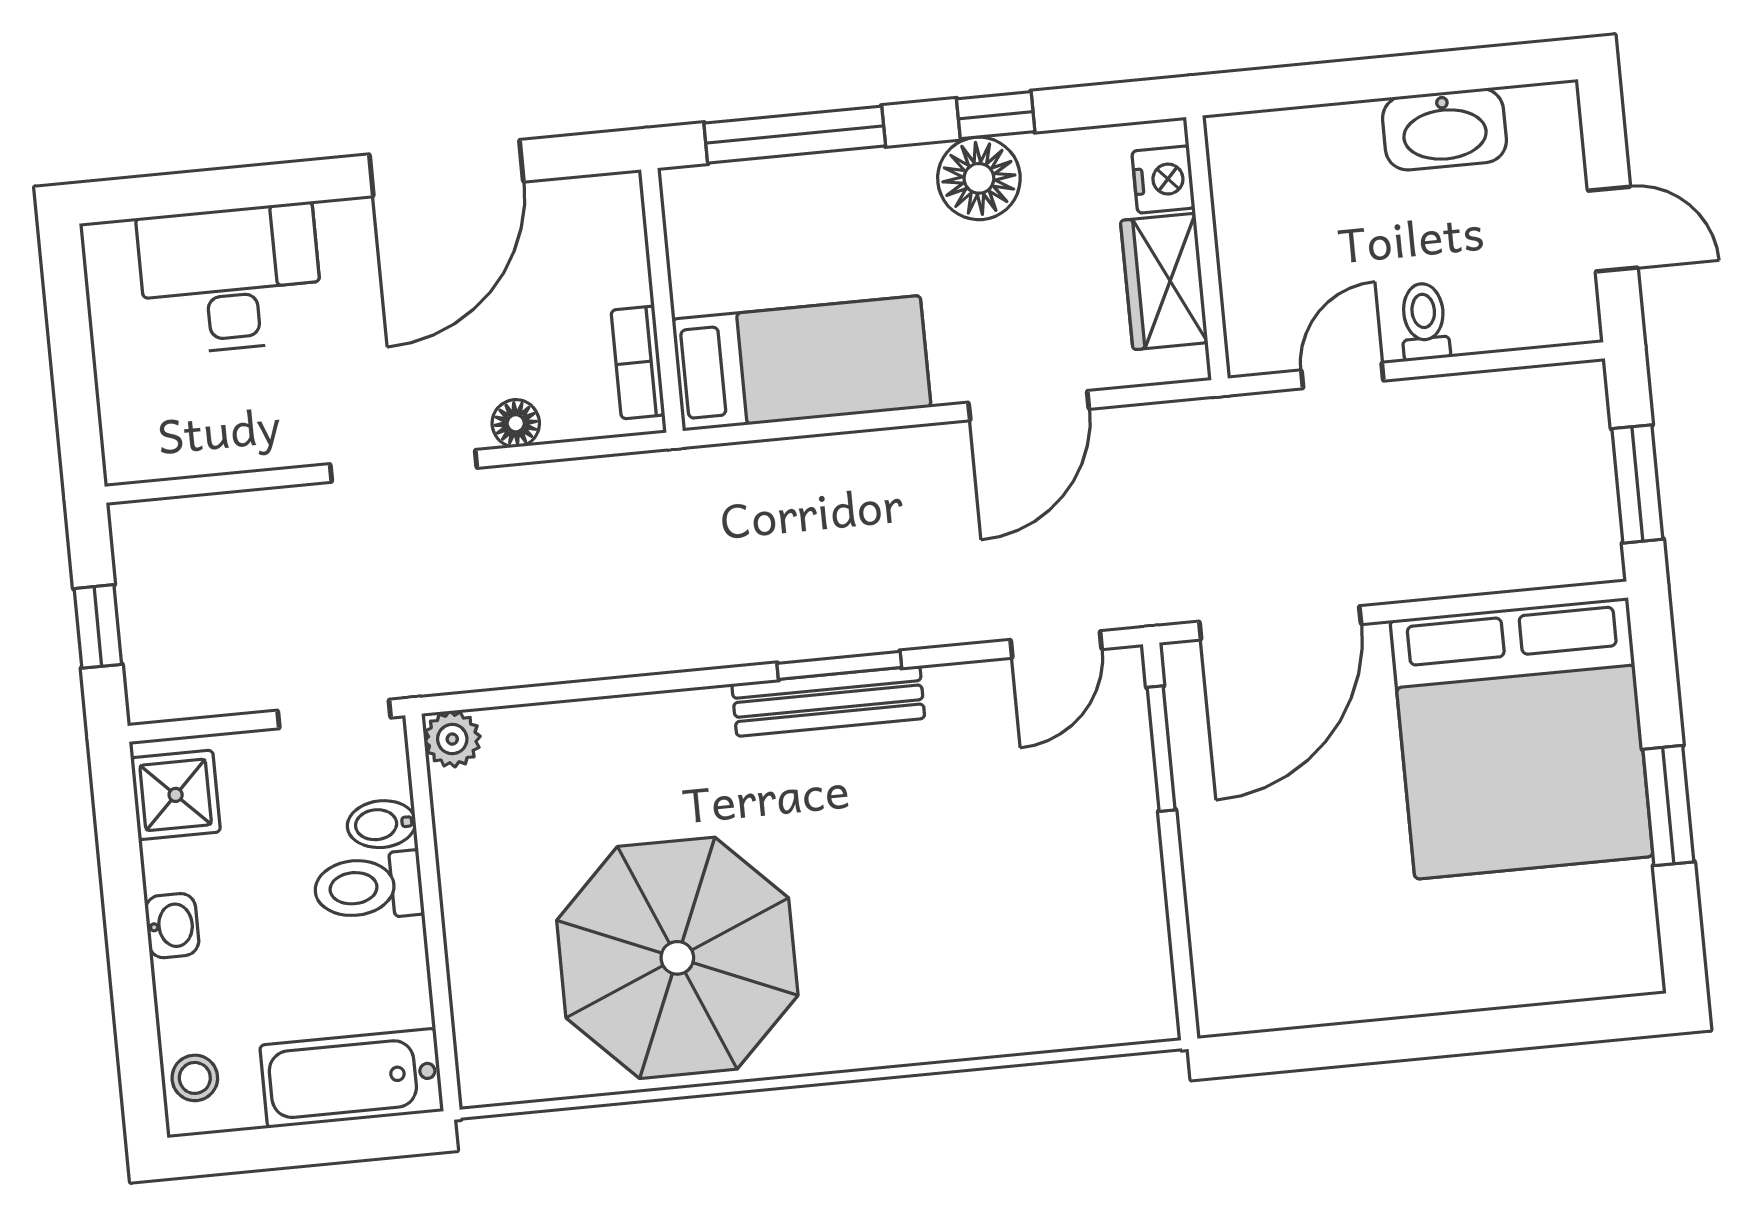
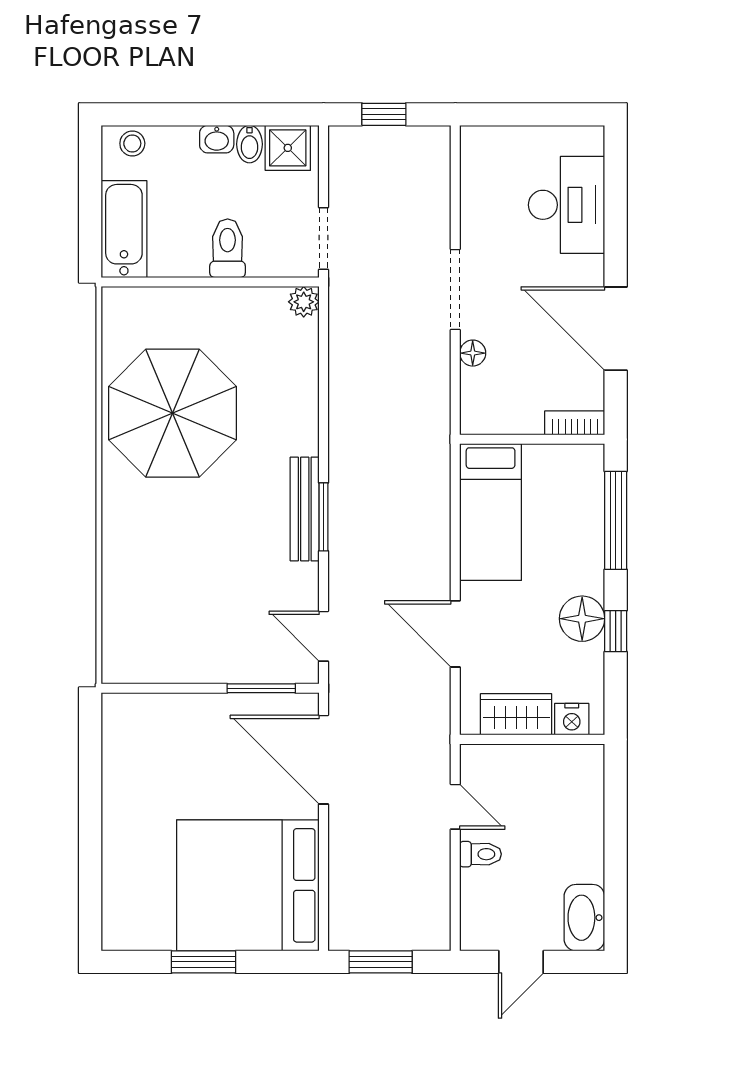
washbasin: (1444, 129) -> (584, 918), moved
bookcase: (638, 362) -> (575, 423), moved
bidet: (382, 824) -> (249, 144), moved, turned 180

